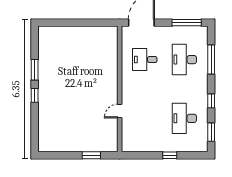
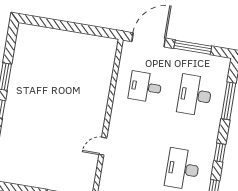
window: (187, 23) -> (193, 47), moved

